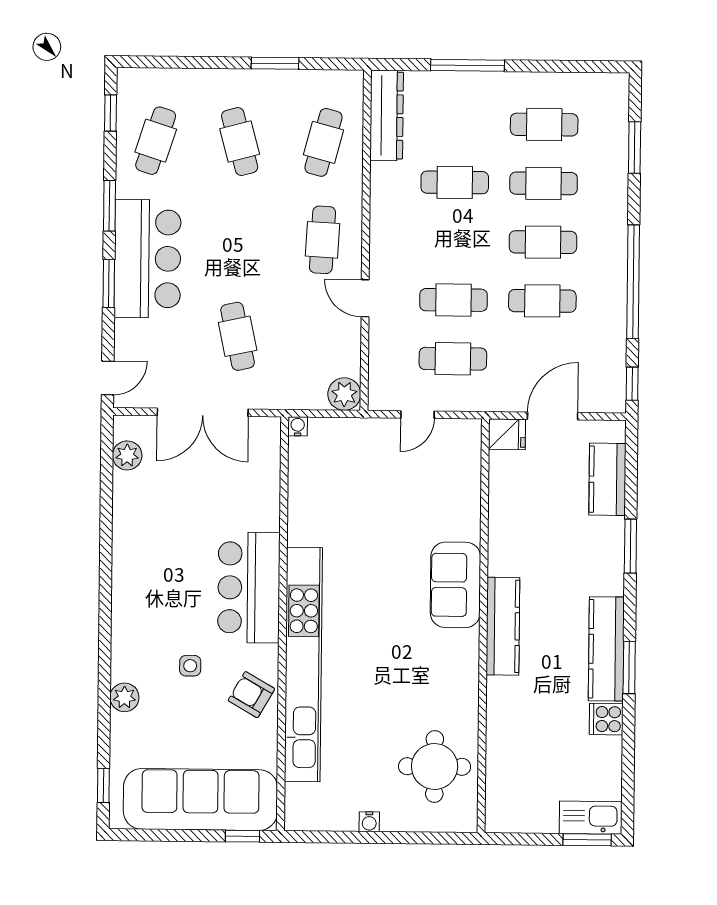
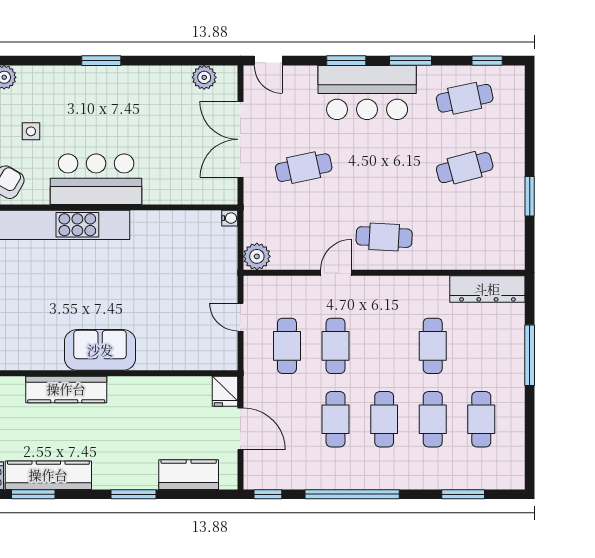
cafe table: (156, 141) -> (465, 98), turned -30
cafe table: (324, 142) -> (465, 237), removed
window: (106, 580) -> (101, 61), added

